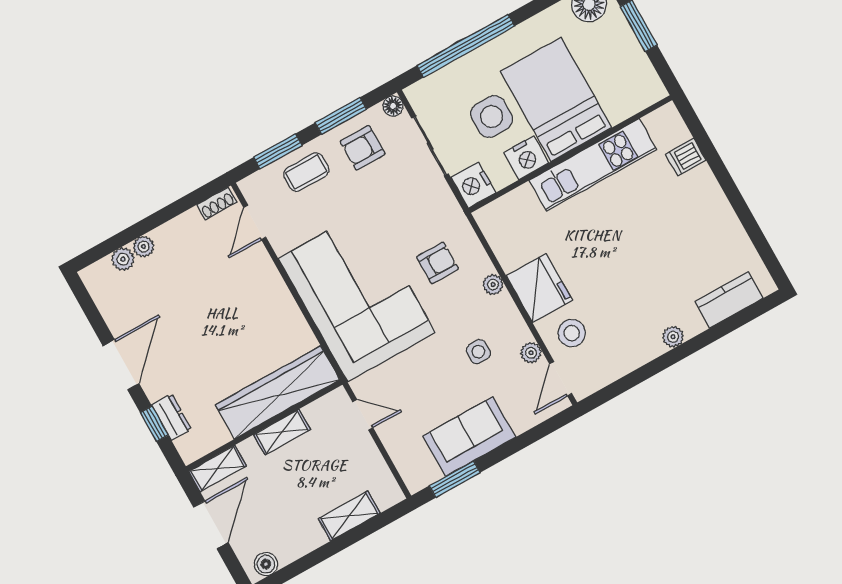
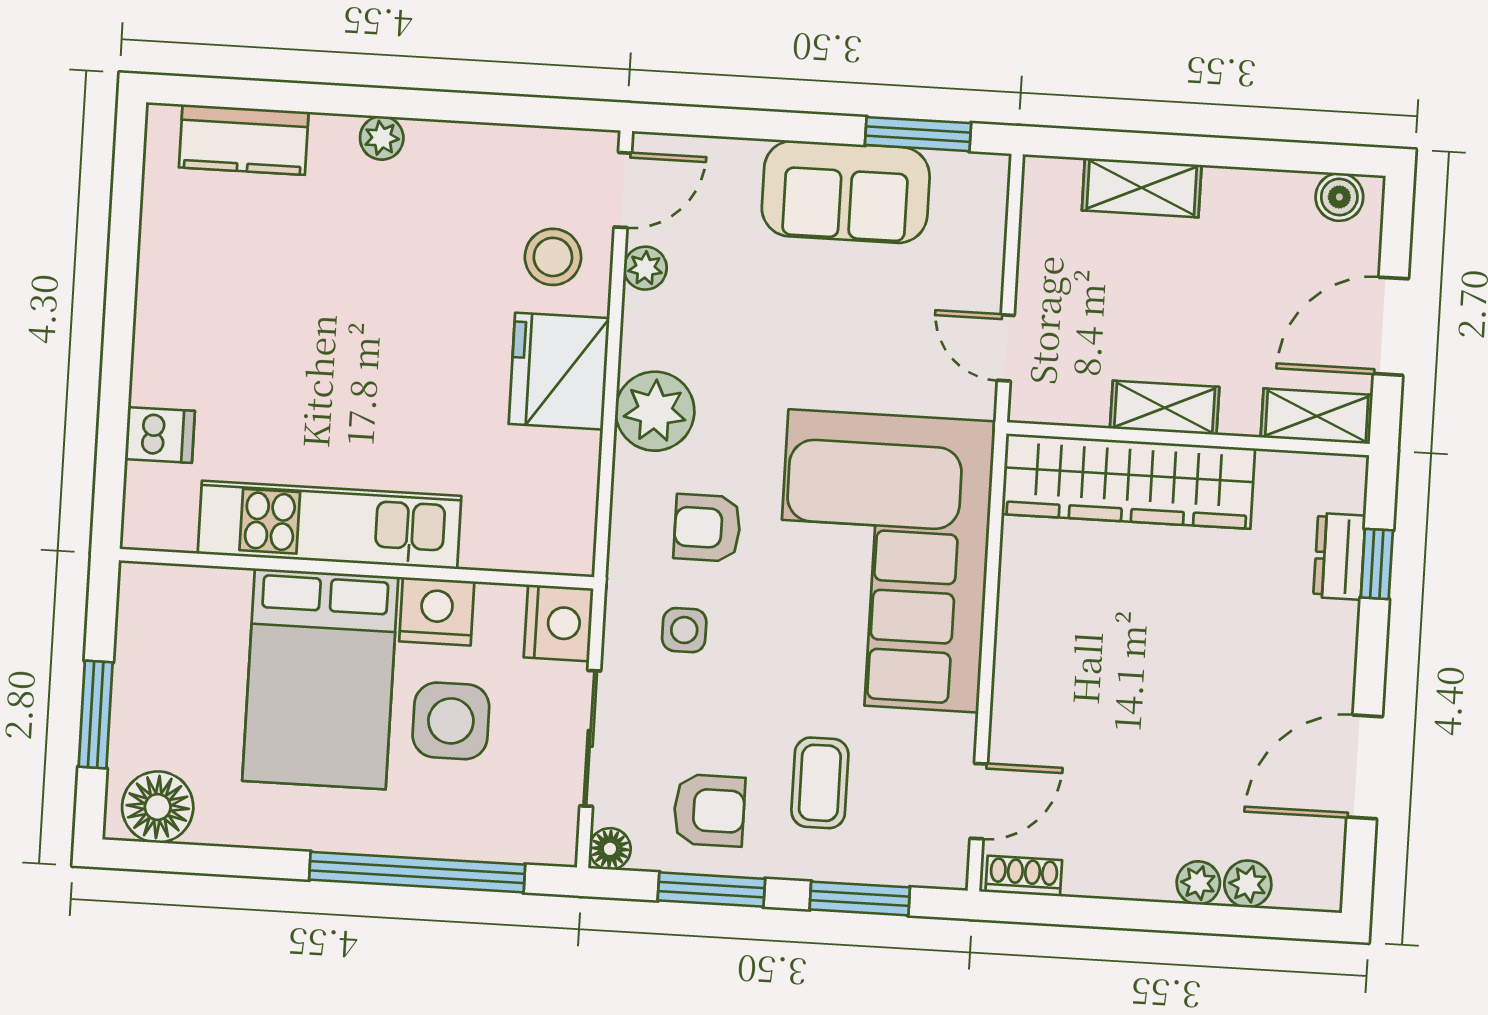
coffee table: (306, 172) -> (820, 783), moved, turned 90
plant: (493, 285) -> (655, 411), width x1.87, depth x1.87
side table: (478, 352) -> (684, 630), moved
door: (121, 365) -> (1365, 767), moved

